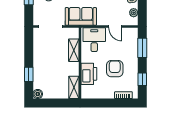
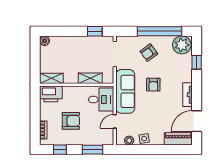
sofa: (81, 16) -> (125, 91), width x1.36
window: (29, 74) -> (95, 31), moved
printer: (89, 74) -> (51, 94), moved

